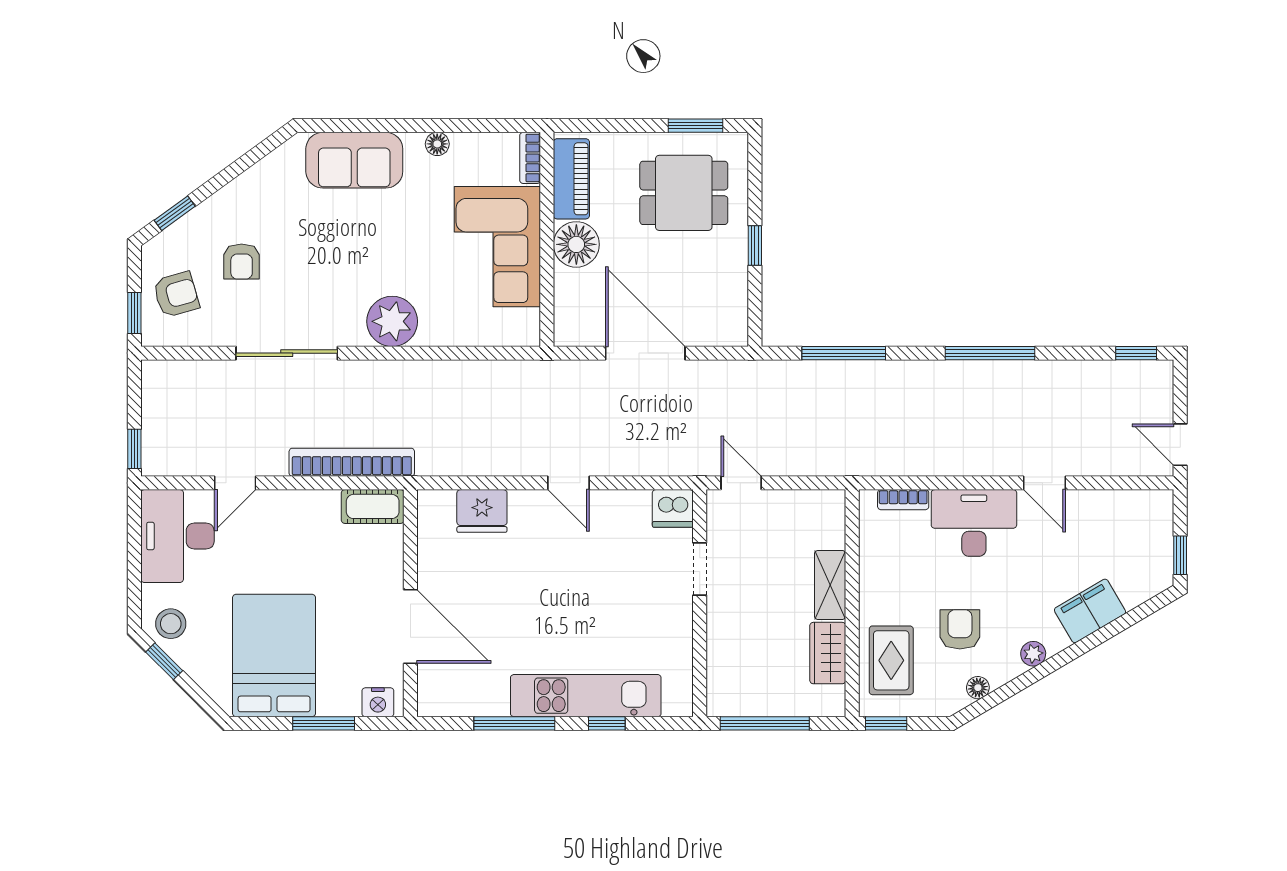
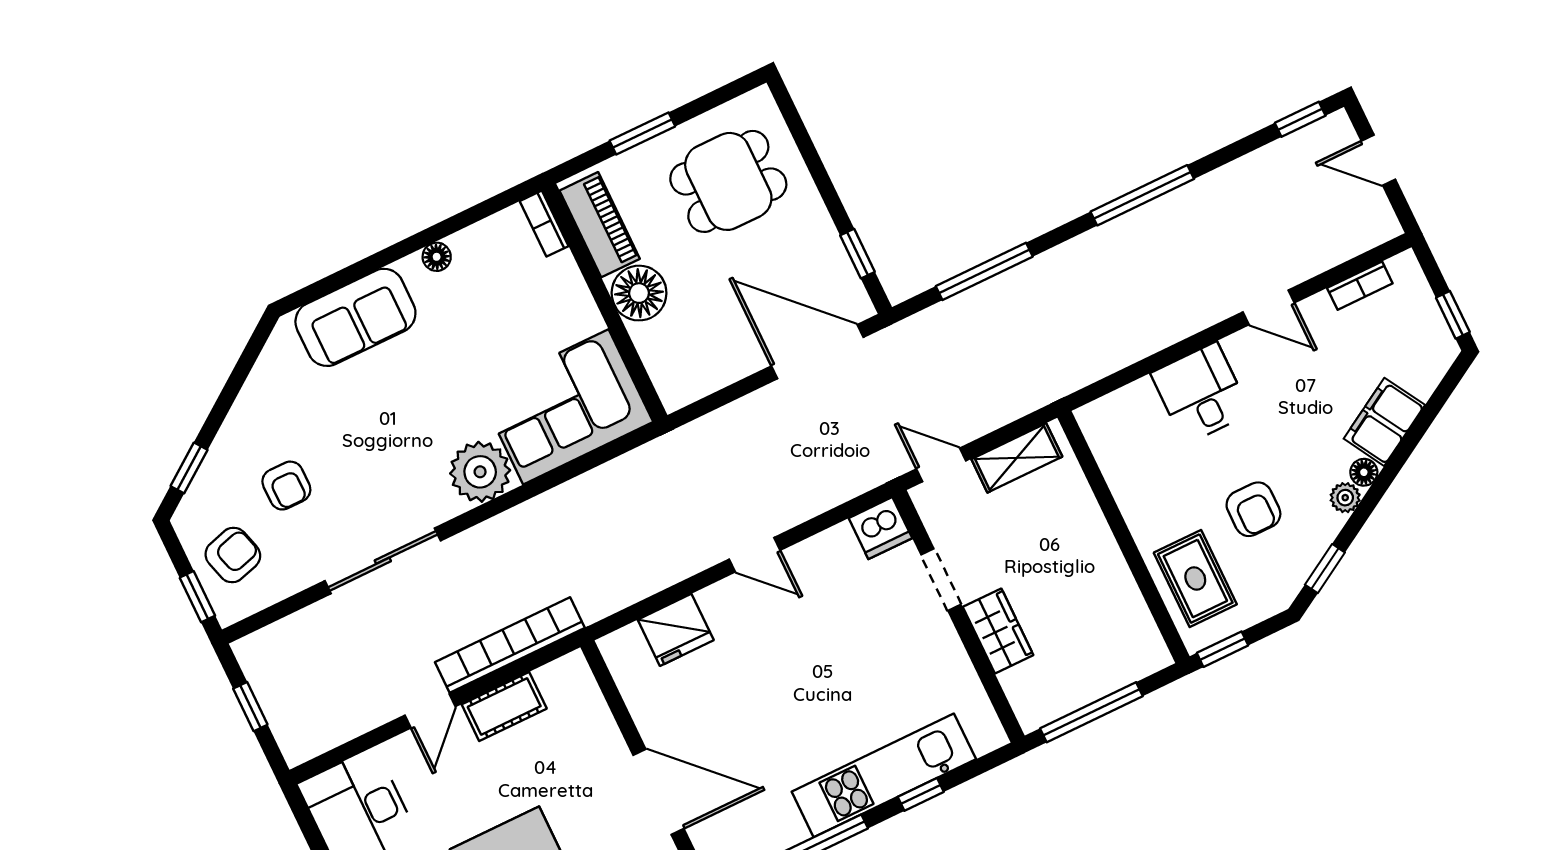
window: (696, 126) -> (642, 133), moved
window: (755, 246) -> (857, 254), moved
corner sofa: (497, 247) -> (566, 407), moved, turned 90
door: (645, 353) -> (817, 352), moved
door: (1180, 445) -> (1378, 160), moved
window: (134, 449) -> (250, 707), moved
door: (235, 483) -> (430, 711), moved
bookcase: (903, 500) -> (1360, 286), moved
cot: (373, 506) -> (504, 706), moved
desk: (974, 523) -> (1201, 393), width x0.73
shelving: (830, 585) -> (1017, 458), moved, turned 90
armchair: (960, 629) -> (1253, 509), turned 180
wardrobe: (828, 653) -> (998, 631), moved, turned 180
floor lamp: (978, 688) -> (1364, 472), moved
window: (992, 700) -> (1325, 569), added

